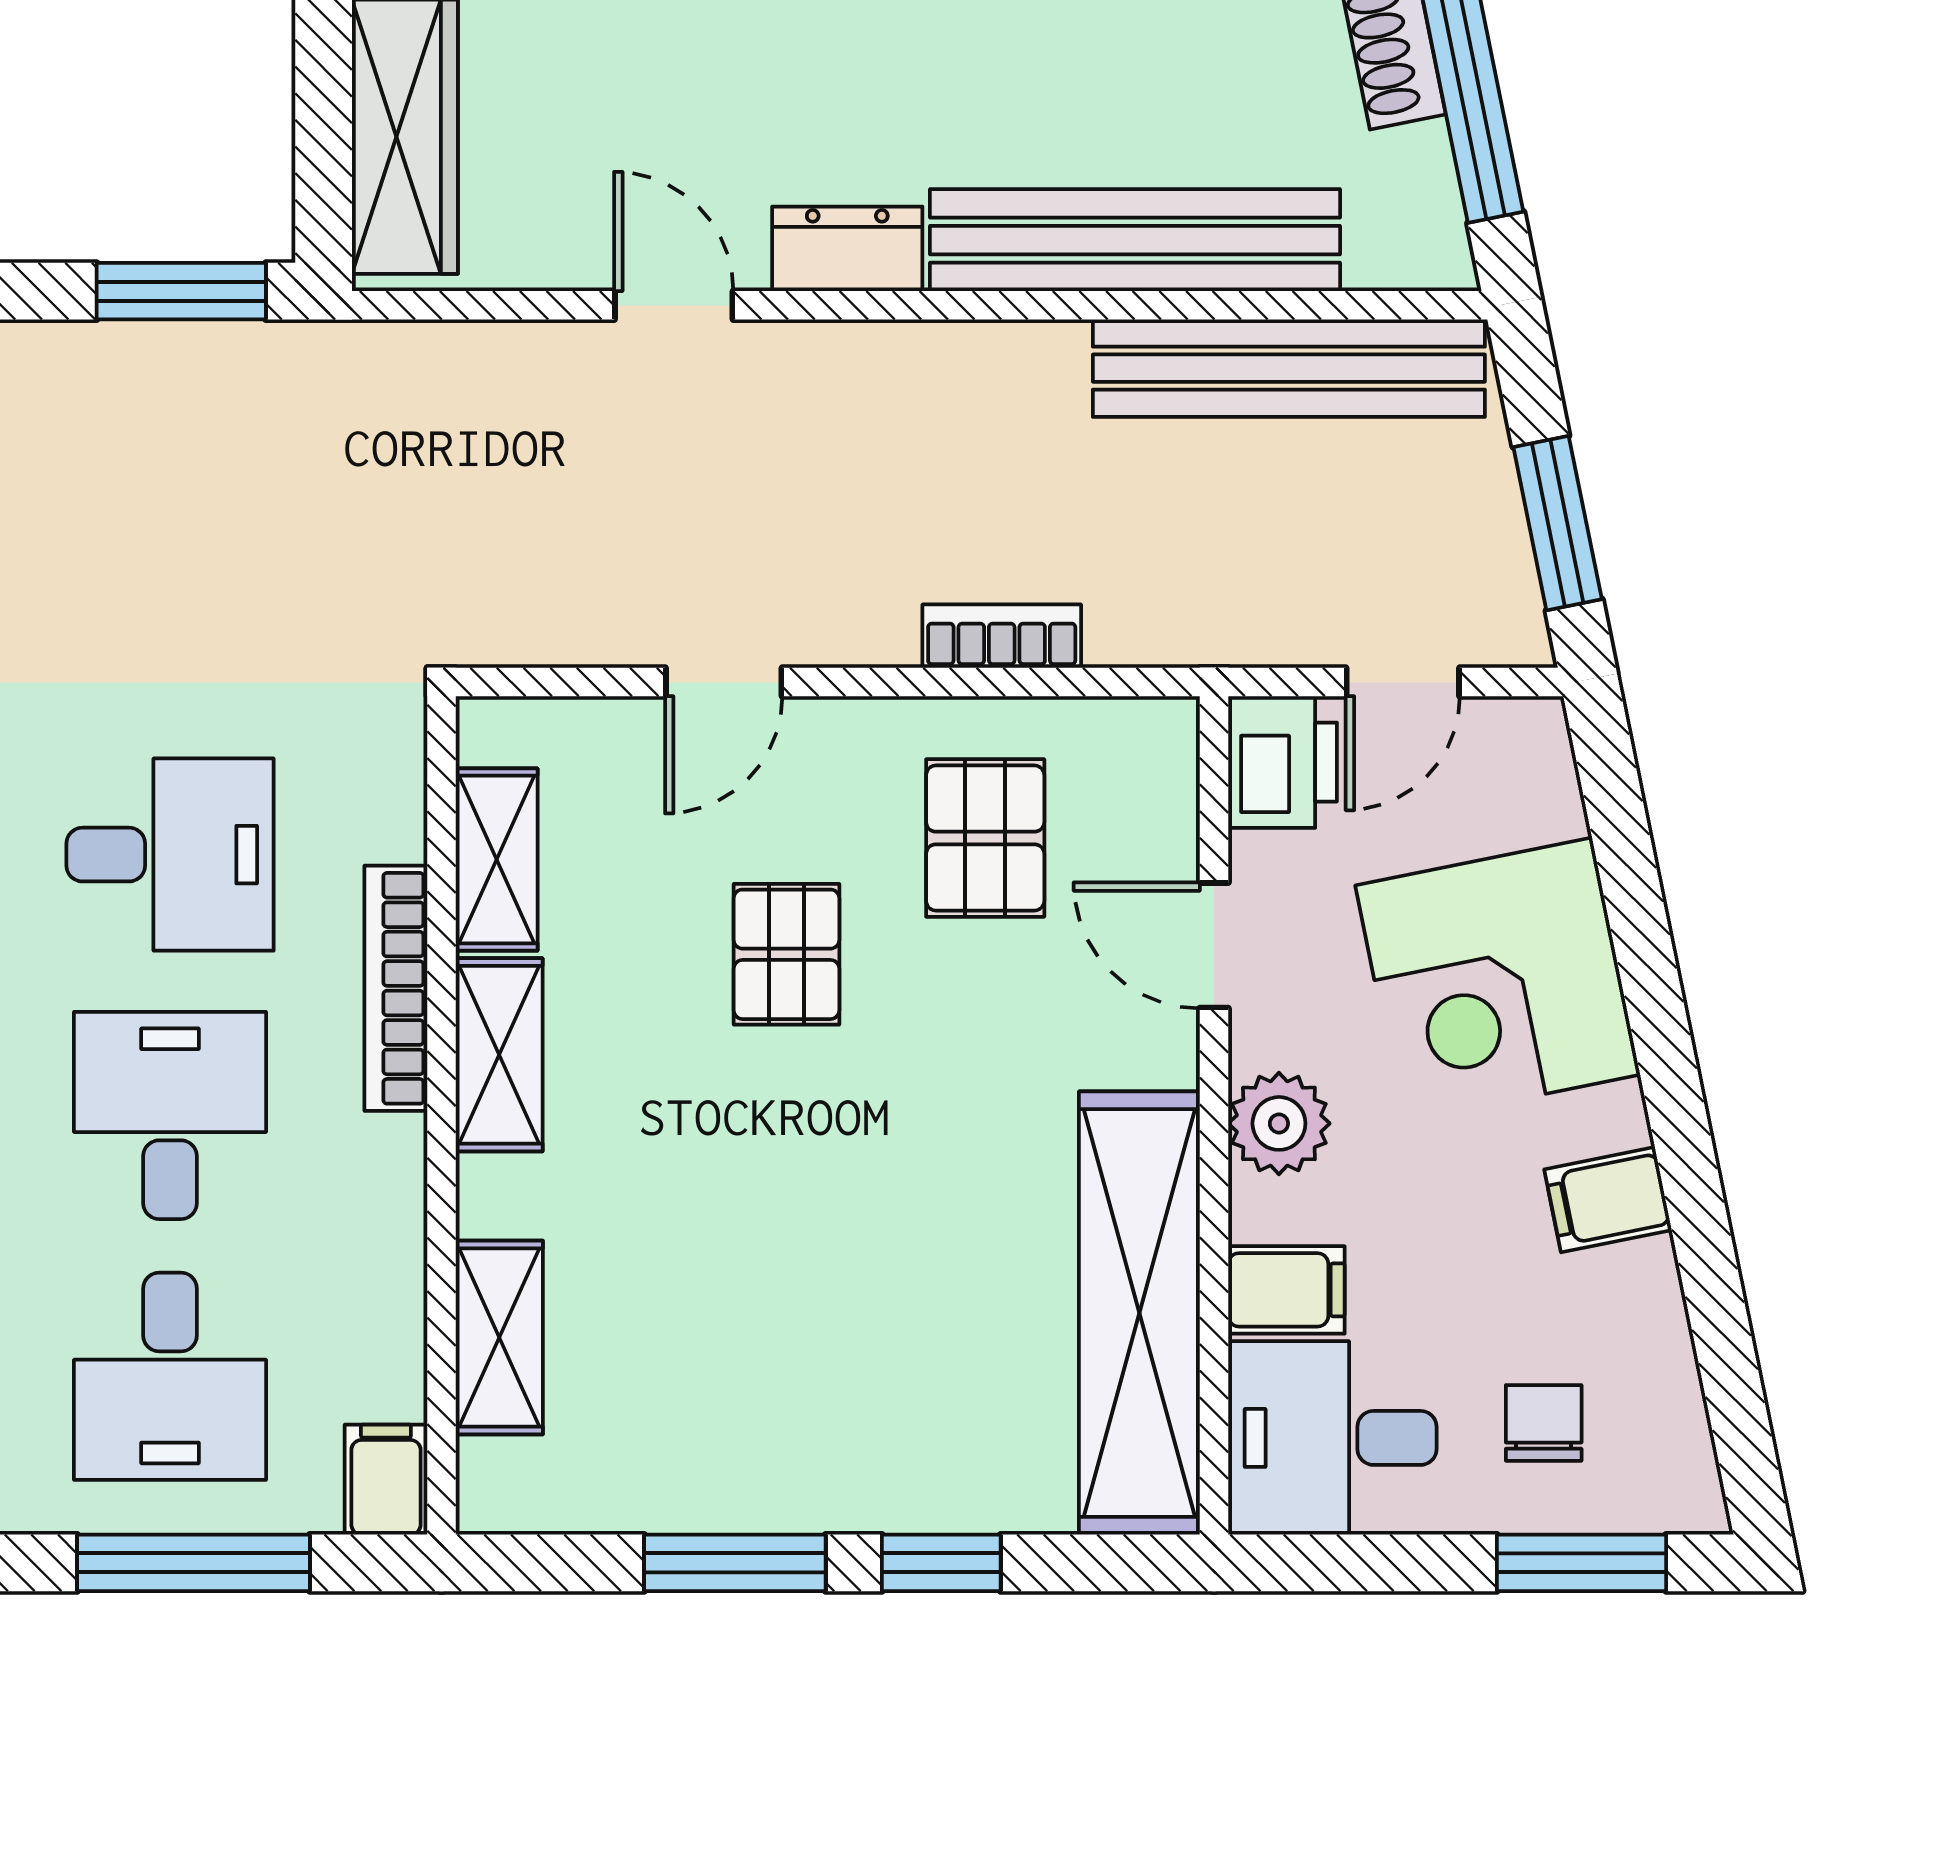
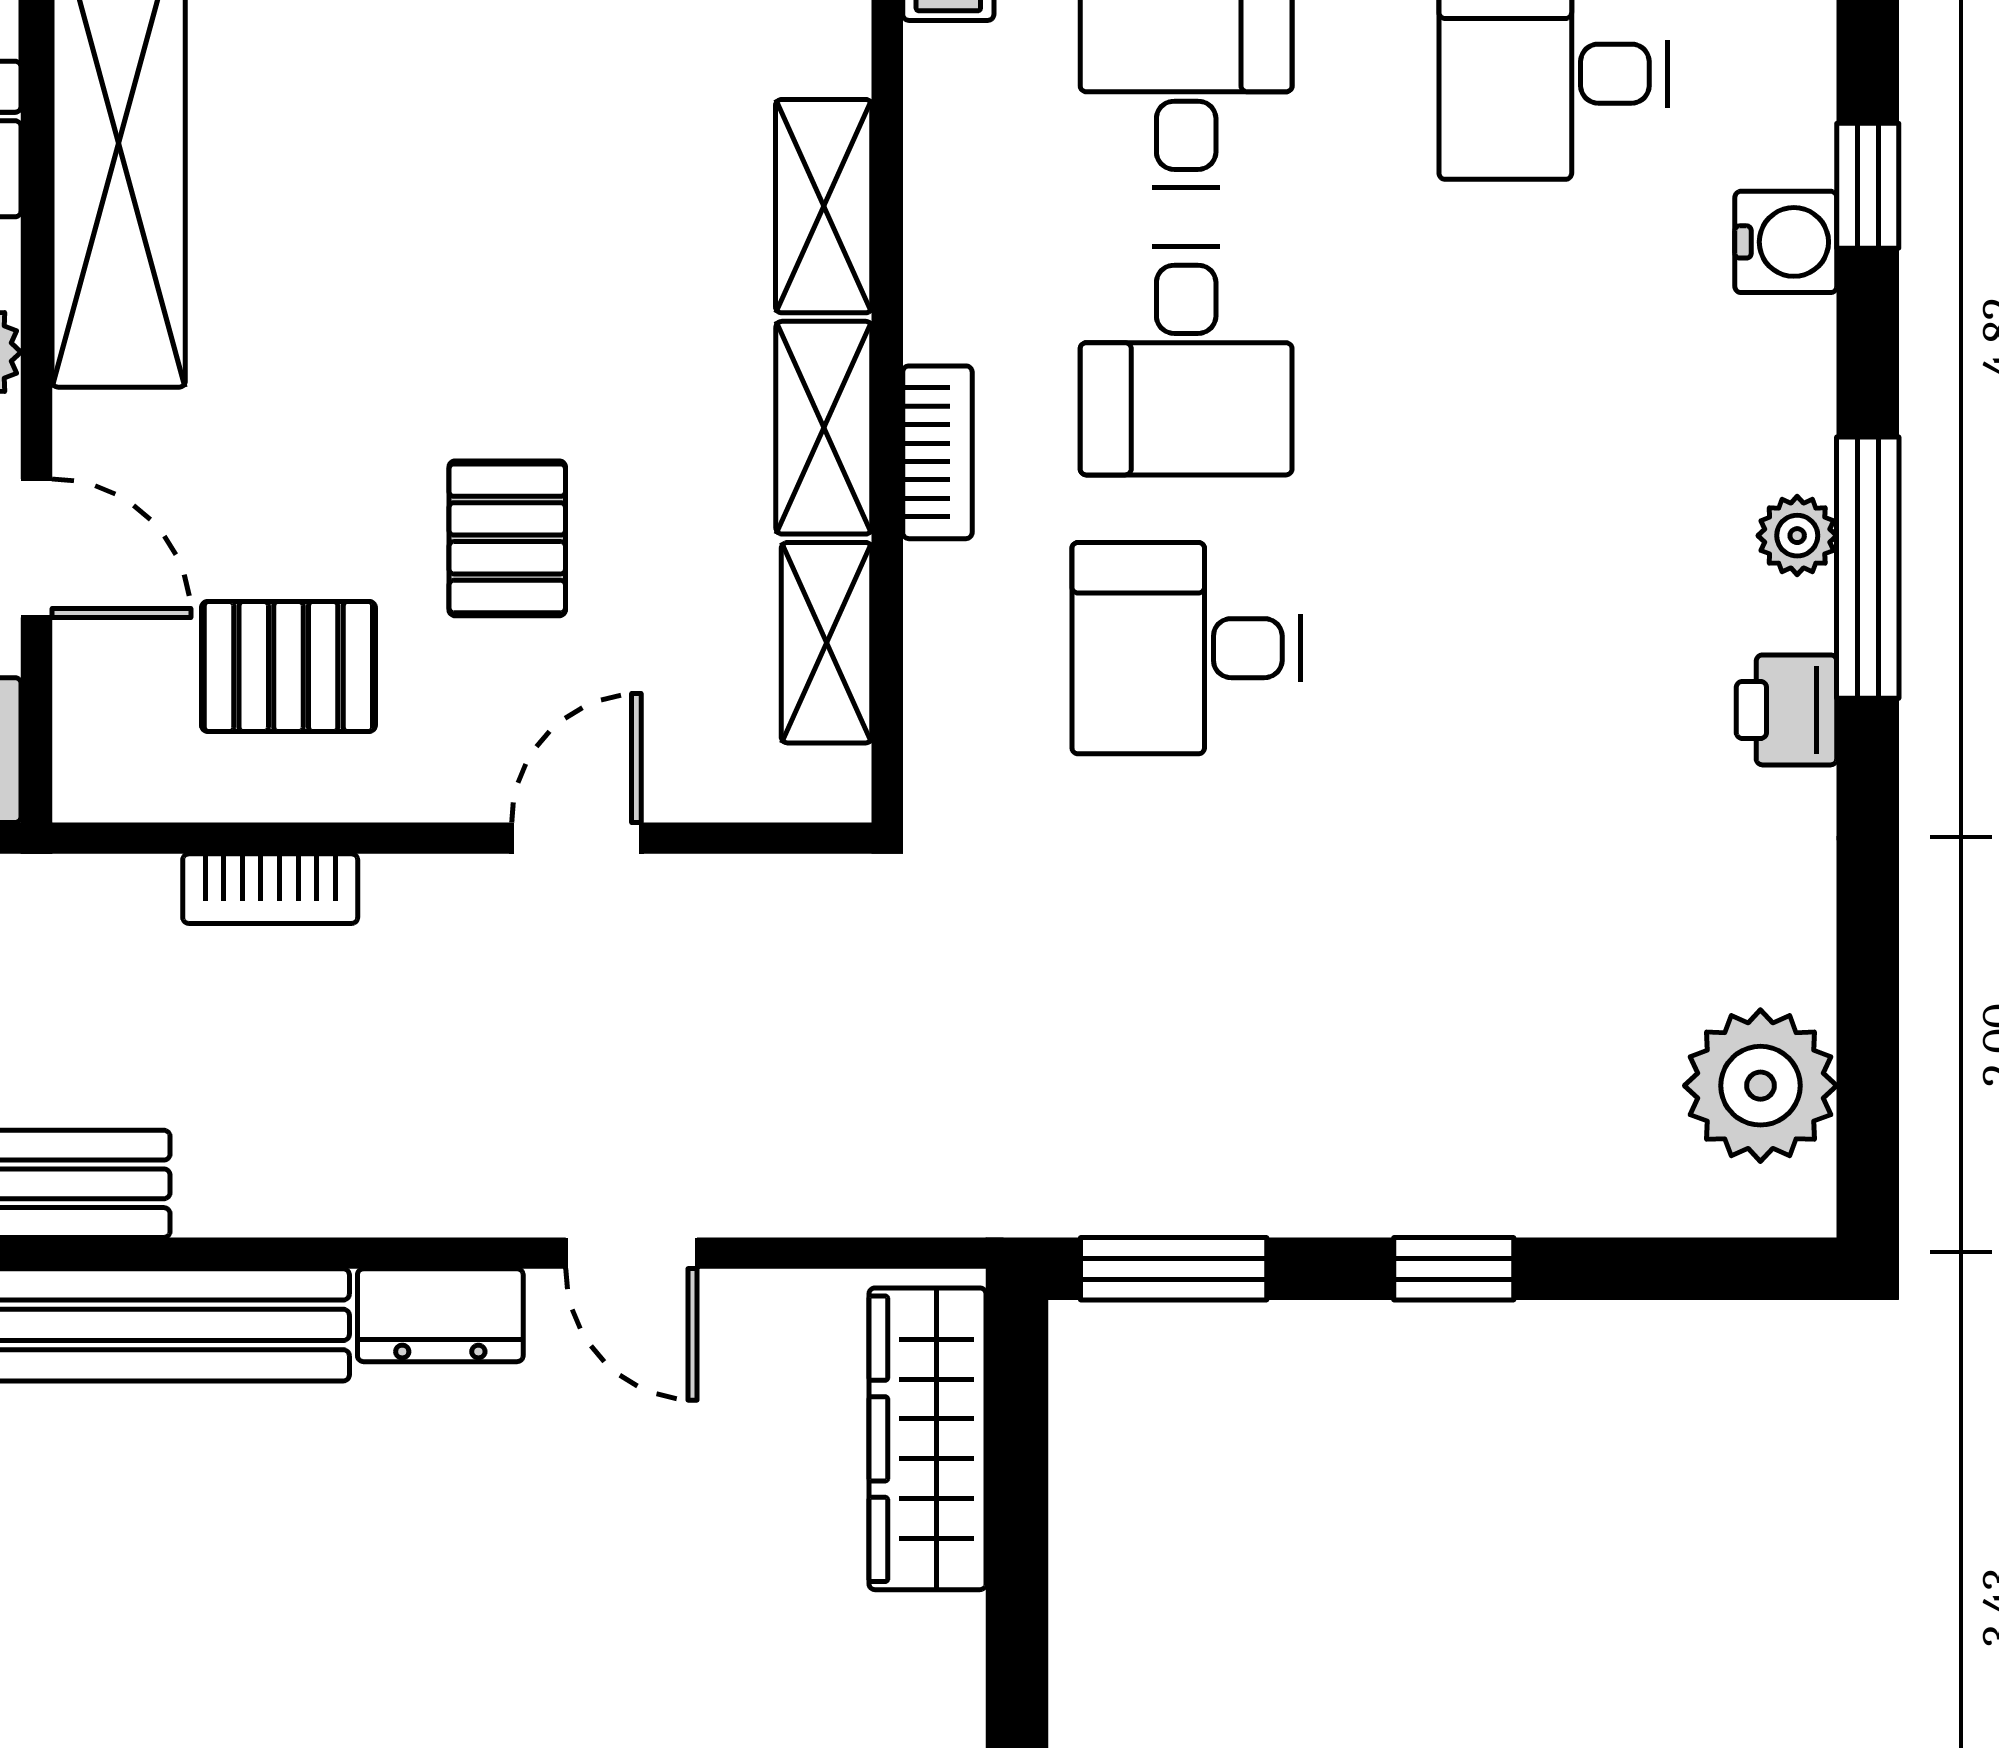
pallet: (985, 838) -> (288, 666), turned 90
bookcase: (396, 988) -> (937, 452), width x0.64
shelving: (499, 1337) -> (824, 206), moved

